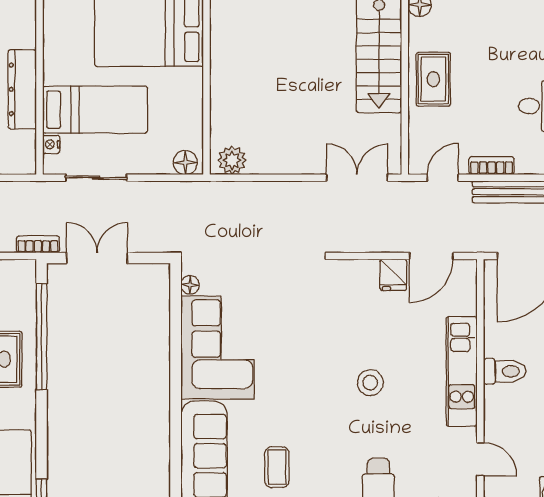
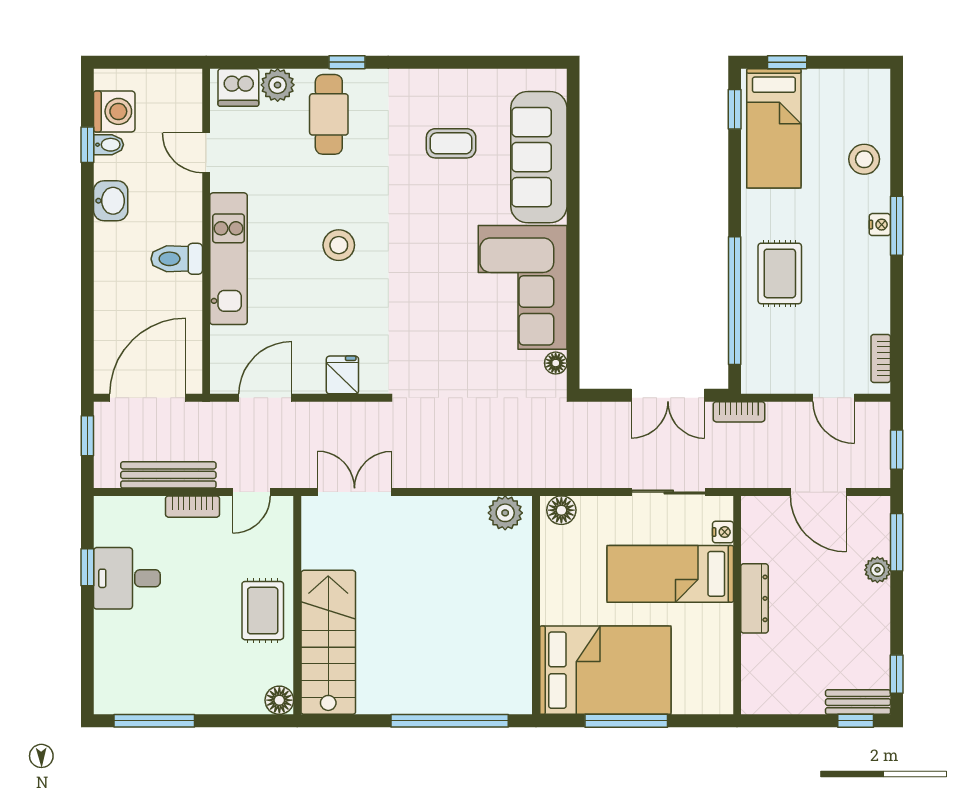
dresser: (22, 89) -> (754, 598), width x0.73, depth x0.80
double door: (357, 178) -> (355, 492), swing flipped
fridge: (393, 275) -> (342, 375), moved
coffee table: (277, 467) -> (451, 143), turned 90

